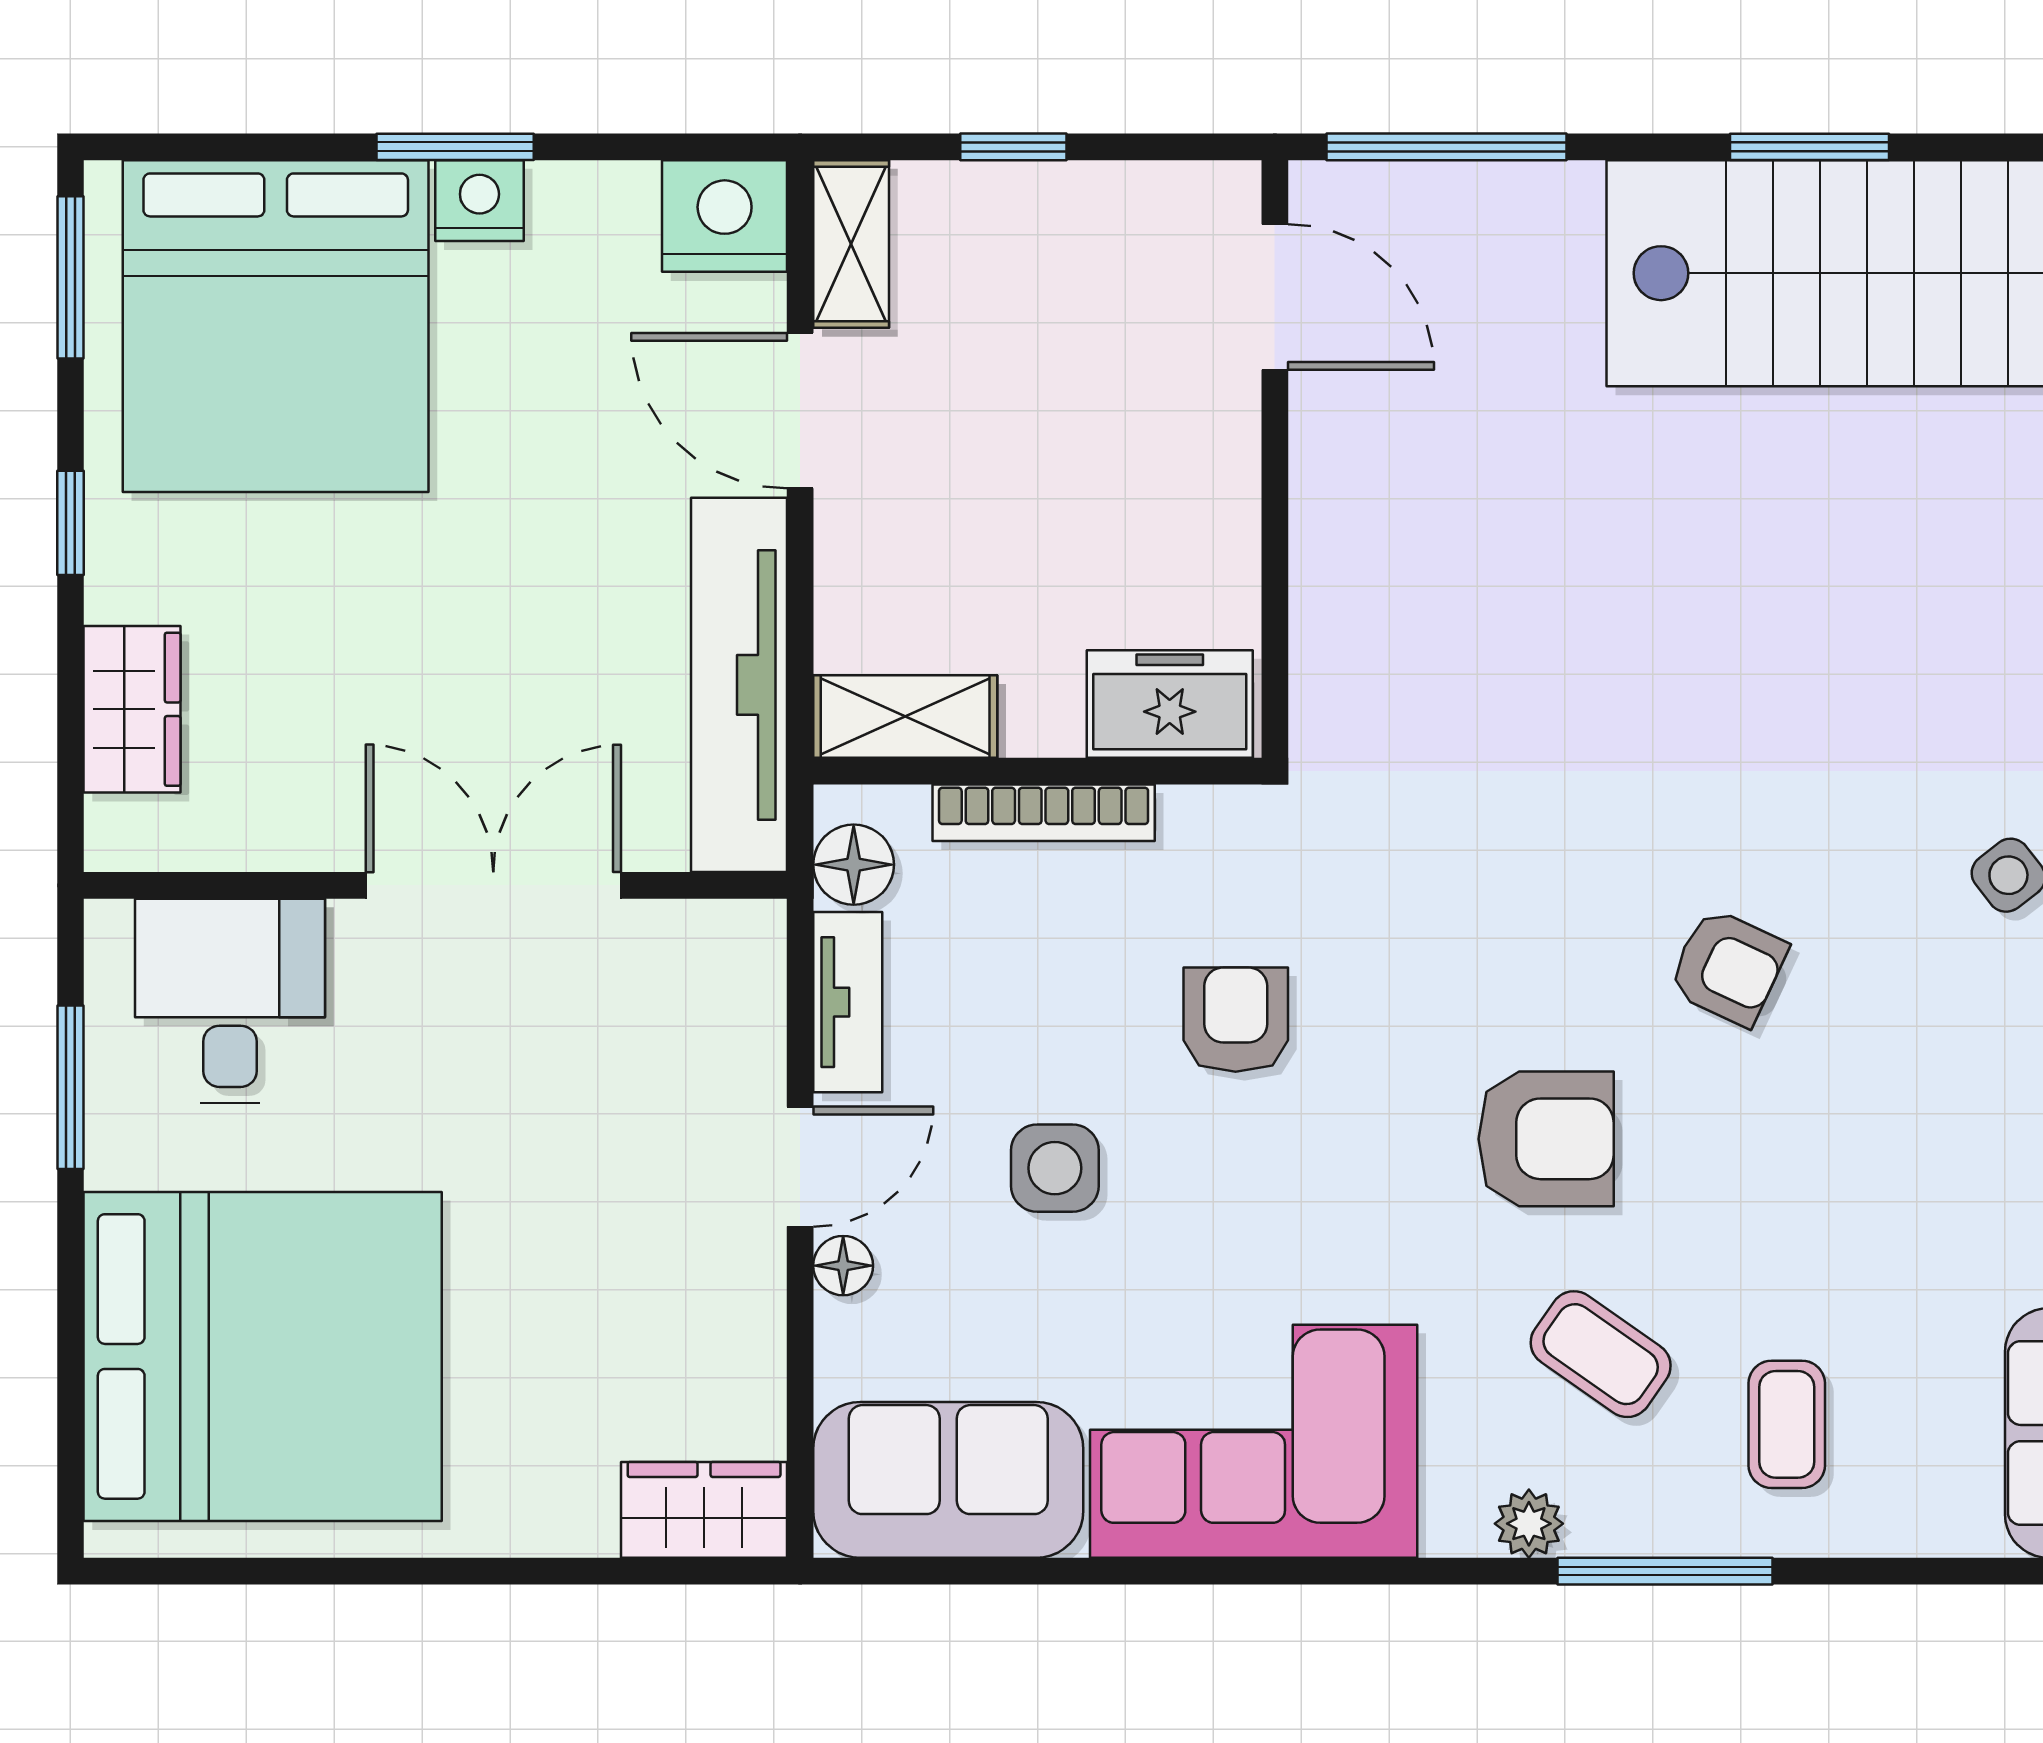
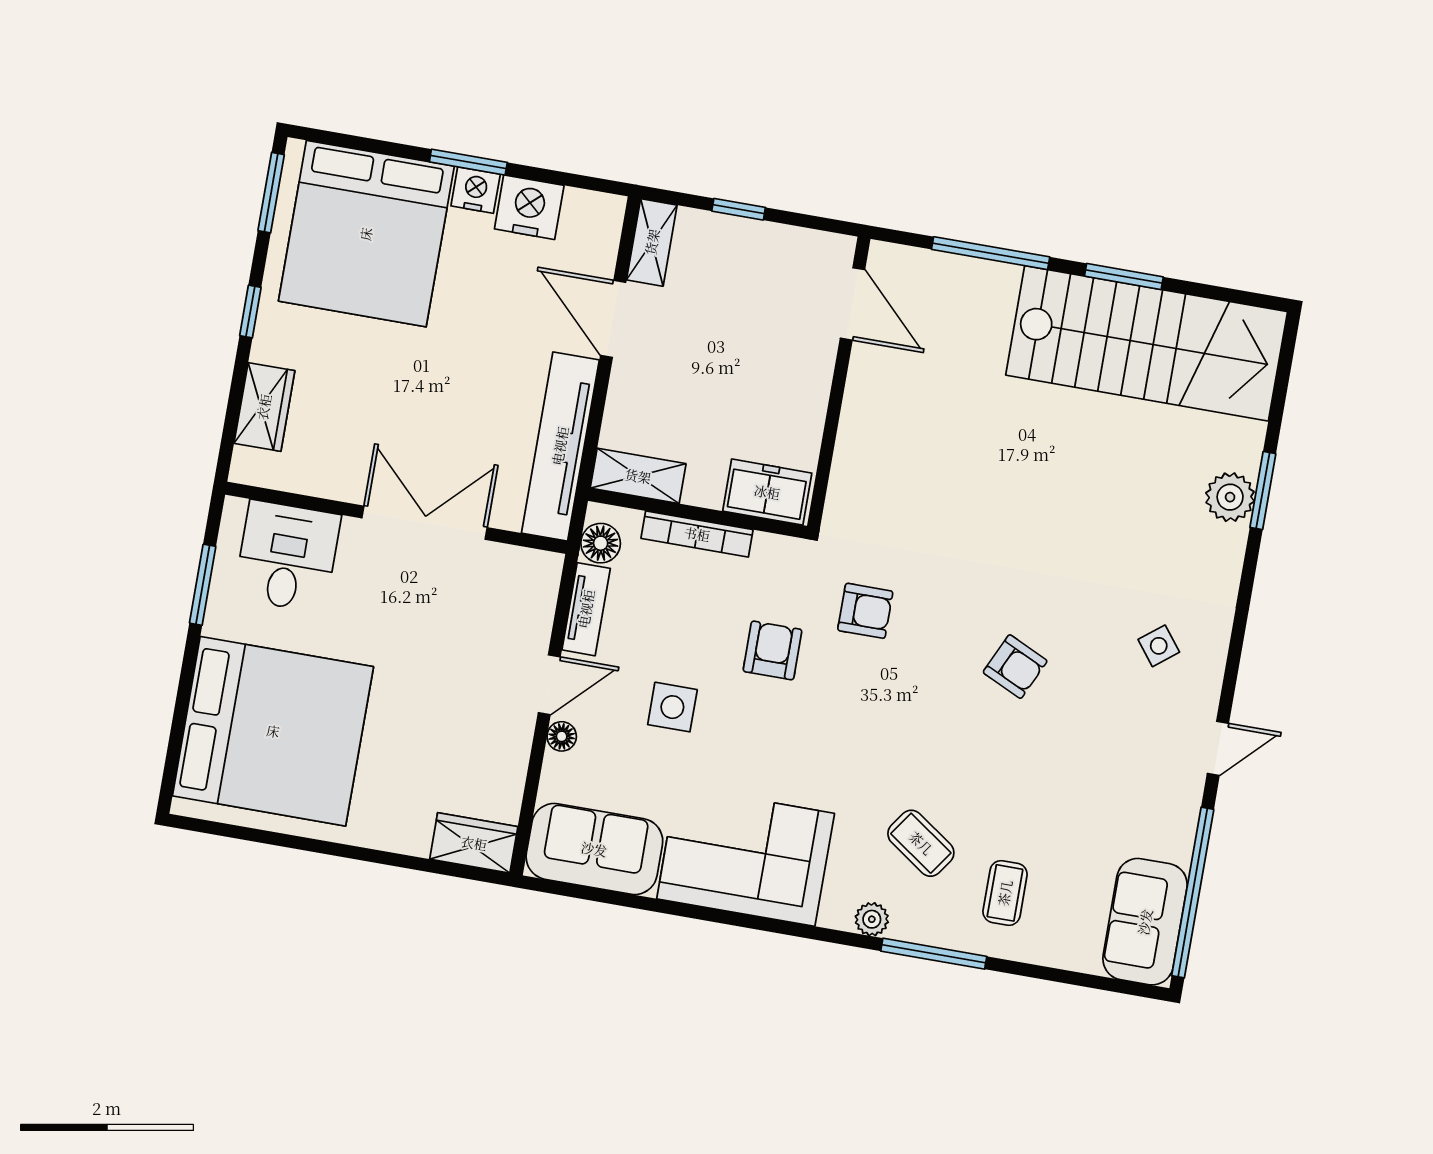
window: (1447, 147) -> (991, 253), moved
nightstand: (725, 216) -> (529, 207), moved
armchair: (1546, 1139) -> (865, 611), moved, width x0.72, depth x0.72

